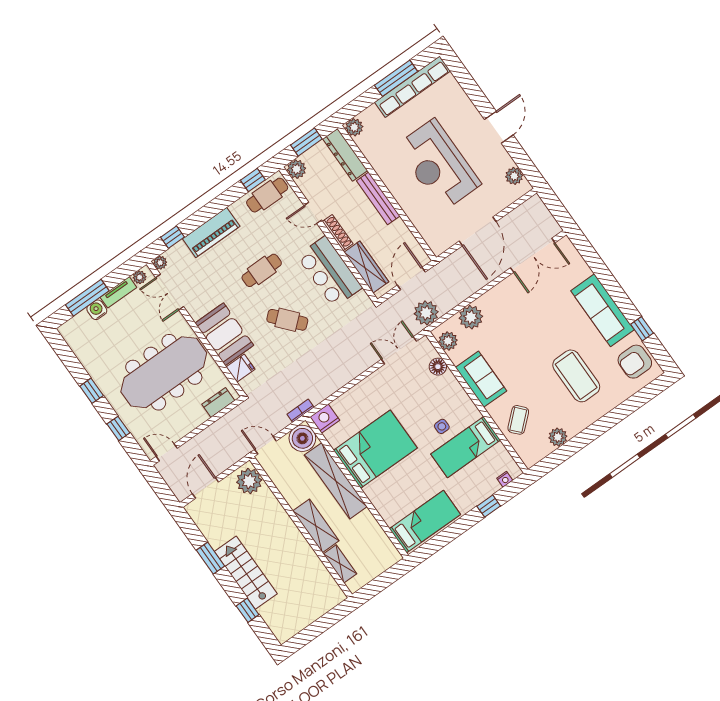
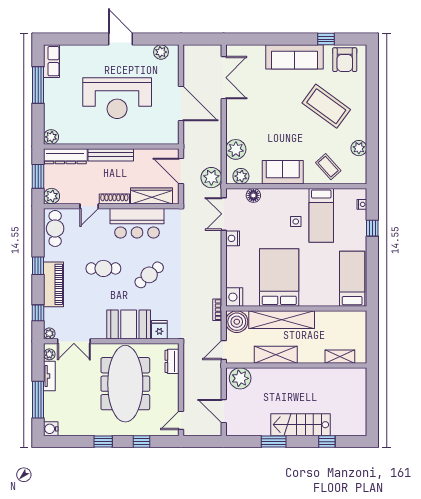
row of seats: (412, 87) -> (52, 61), width x0.50
window: (253, 180) -> (38, 266), moved
cafe table: (262, 270) -> (103, 268), turned 90
water cooler: (97, 310) -> (51, 429), moved
nightstand: (381, 376) -> (233, 238), added
coffee table: (576, 376) -> (326, 106), turned 36
shelving: (316, 526) -> (276, 355), moved

